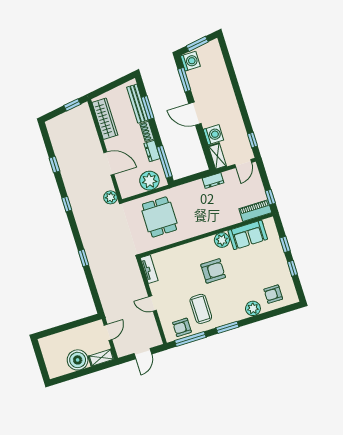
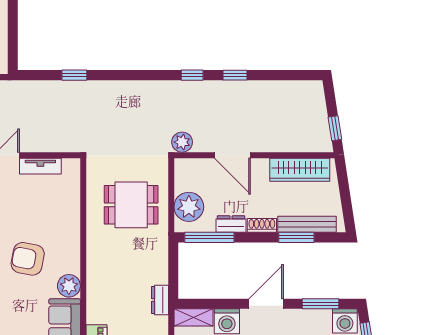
door: (109, 163) -> (232, 155), hinge flipped
window: (54, 165) -> (235, 75), moved
window: (84, 258) -> (74, 75), moved
tv unit: (149, 269) -> (40, 166), moved
armchair: (213, 271) -> (28, 259), turned 101

